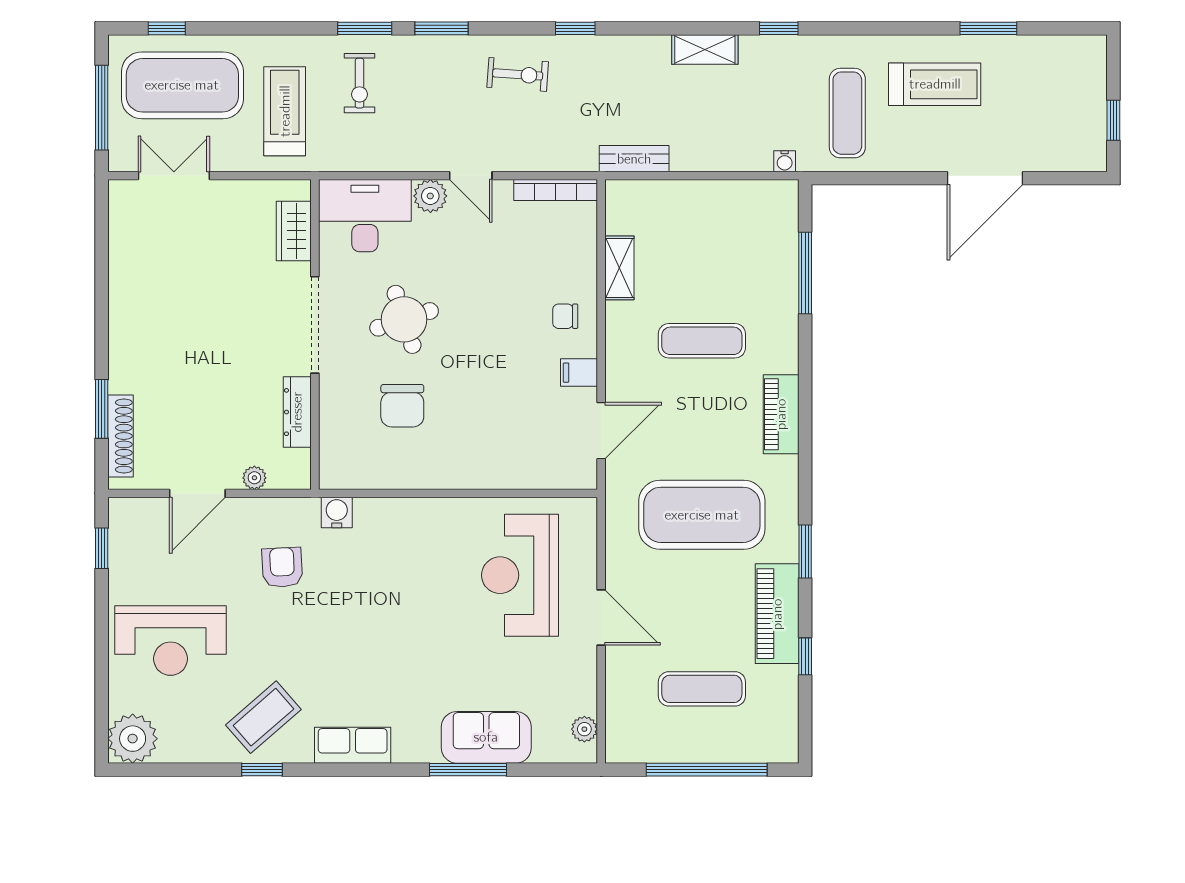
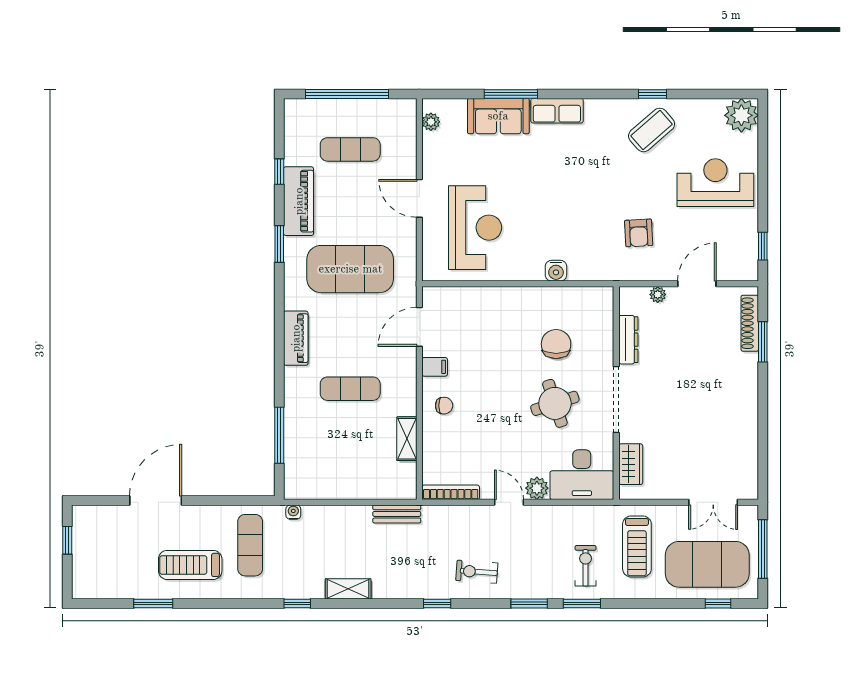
water cooler: (337, 513) -> (556, 271), moved
row of seats: (353, 745) -> (557, 111), moved

